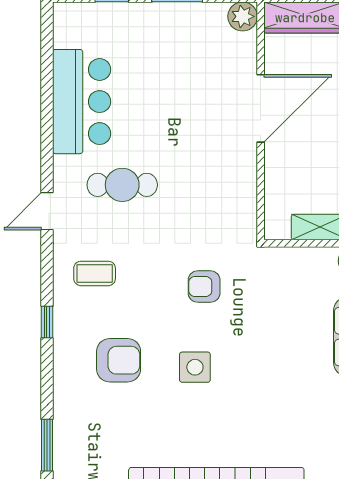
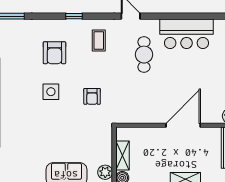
door: (261, 108) -> (183, 125), swing flipped
armchair: (204, 287) -> (92, 96), turned 180

